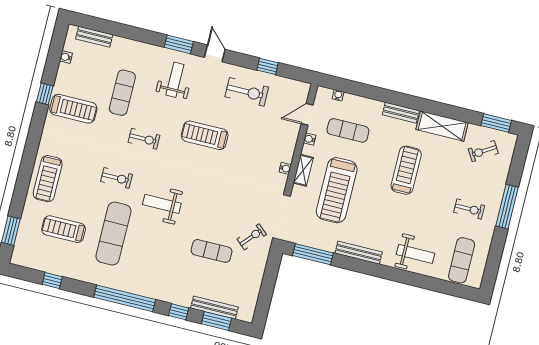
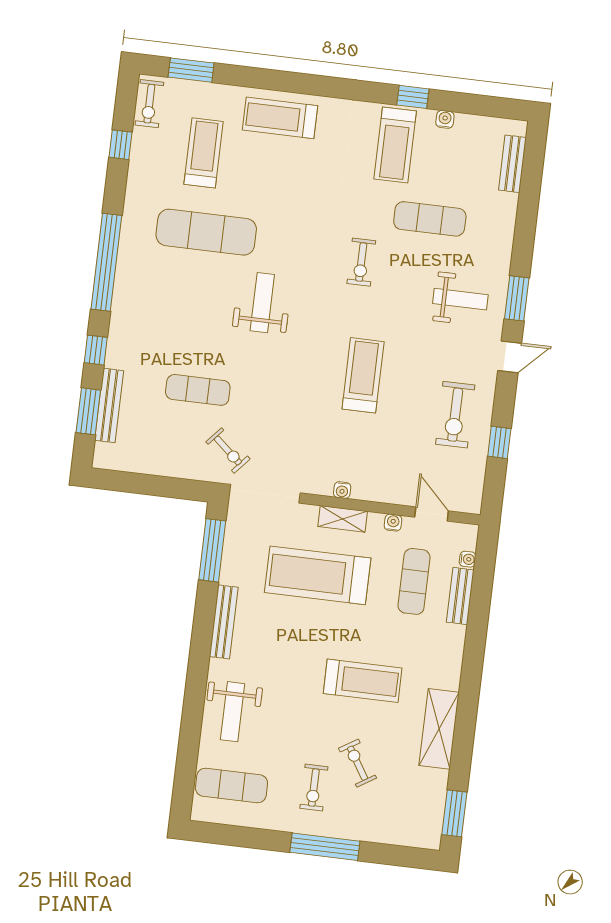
water cooler: (66, 57) -> (445, 119), moved
bench: (401, 113) -> (460, 596), moved
treadmill: (205, 135) -> (363, 375), moved
exercise bike: (483, 151) -> (358, 763), moved
exercise bike: (117, 178) -> (149, 104), moved
exercise mat: (211, 251) -> (198, 390), turned 90

